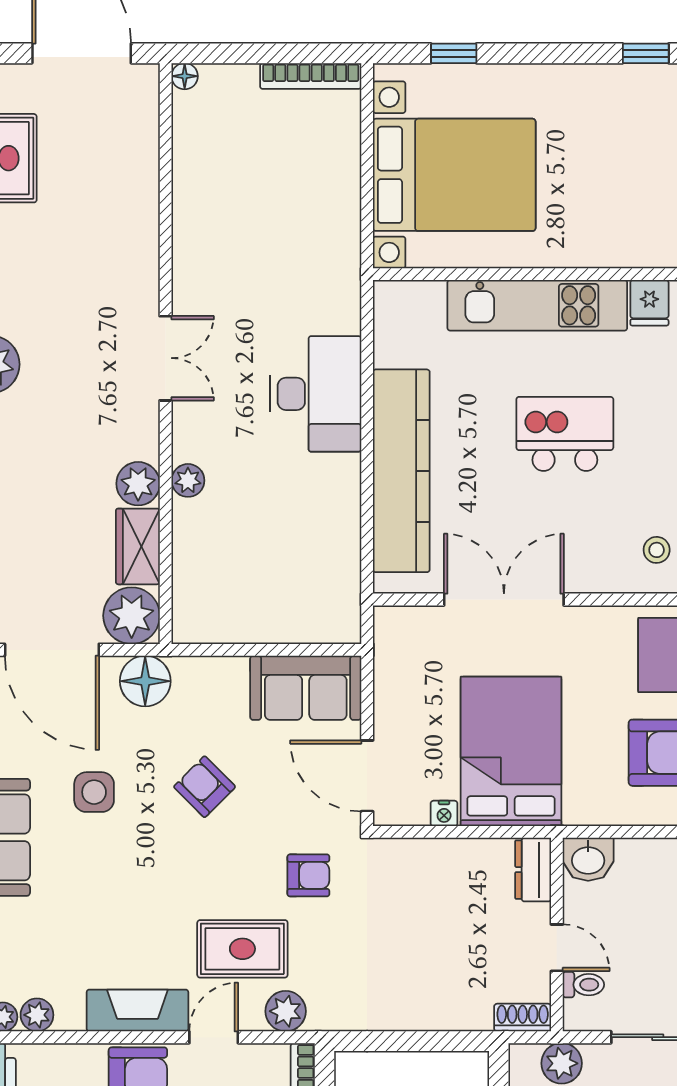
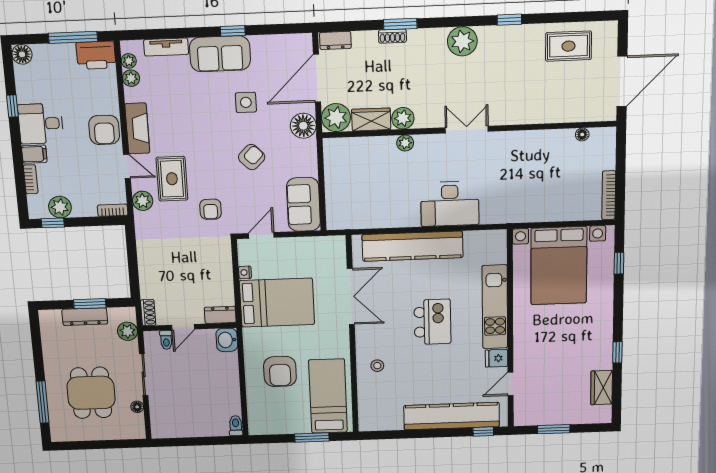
floor lamp: (185, 76) -> (582, 134), moved
double door: (166, 358) -> (467, 130), swing flipped
door: (367, 776) -> (261, 235), width x0.73

